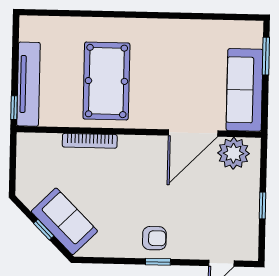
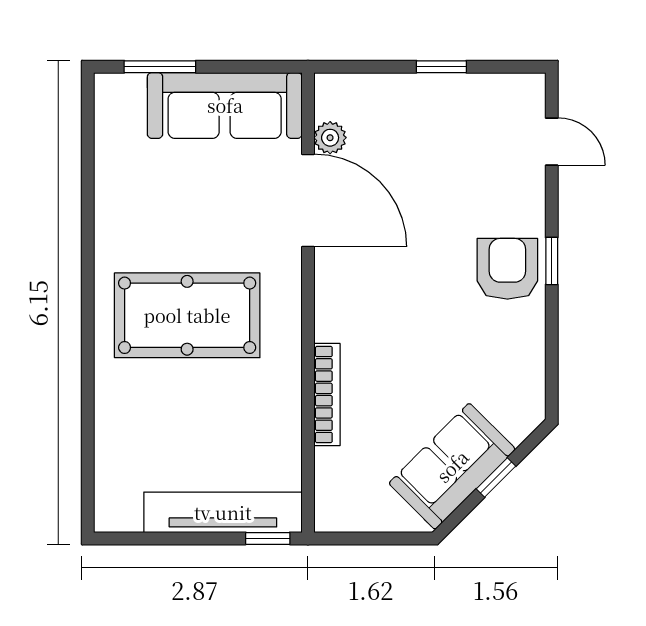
pool table: (106, 81) -> (187, 315), moved
plant: (233, 153) -> (330, 138), width x0.53, depth x0.53
sofa: (64, 221) -> (452, 466), moved
armchair: (154, 238) -> (507, 269), width x1.38, depth x1.38

